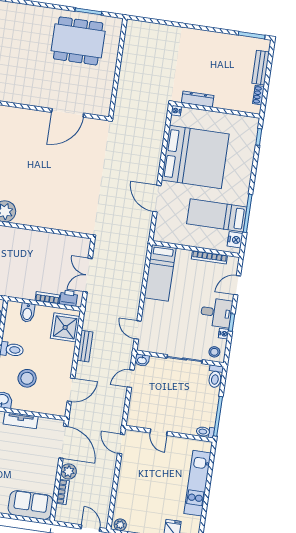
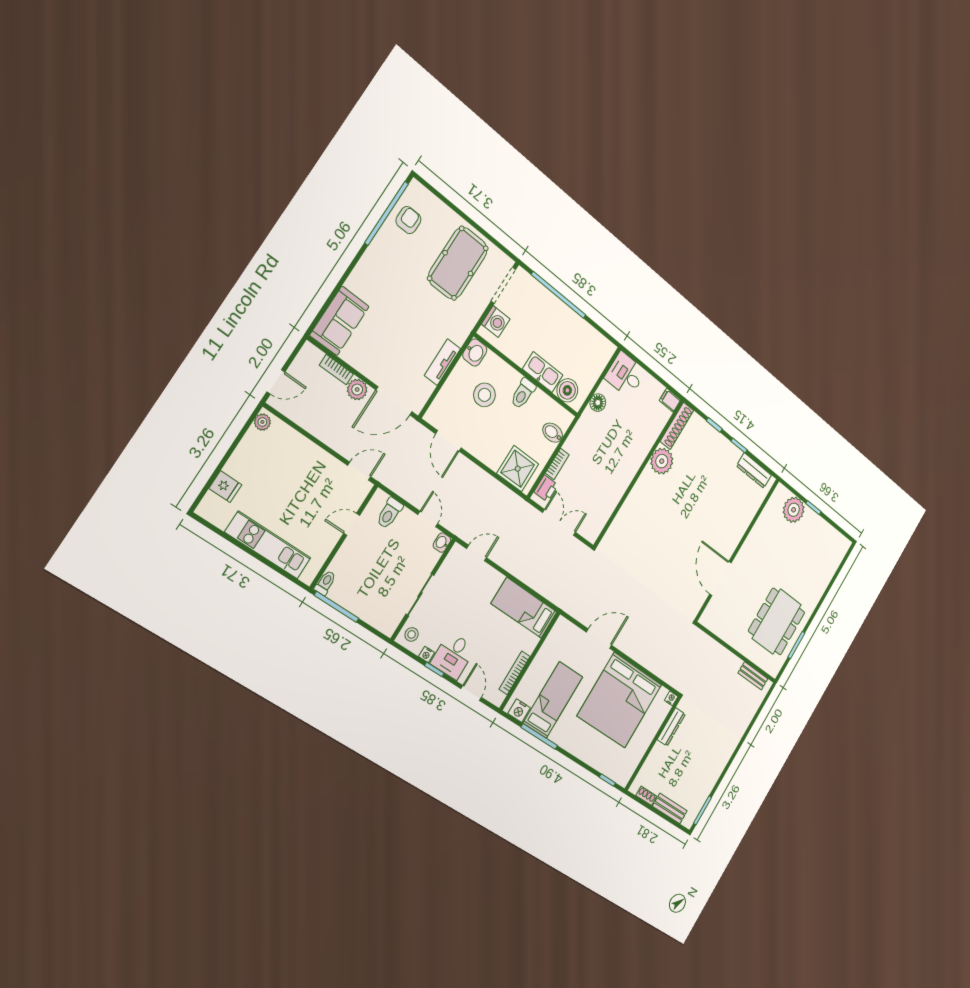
bench: (85, 346) -> (753, 676), moved
toilet: (215, 376) -> (389, 513), moved, turned -90

